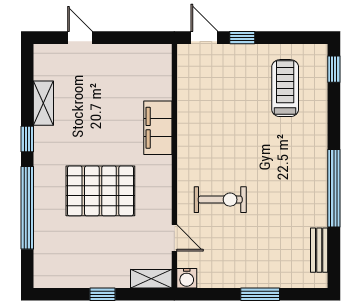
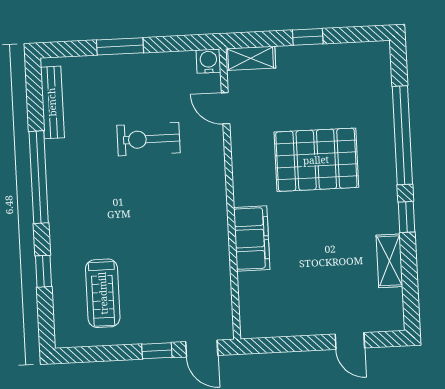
window: (334, 69) -> (43, 271), moved
exercise bike: (220, 200) -> (148, 139), moved
bench: (319, 250) -> (52, 102), width x1.36

